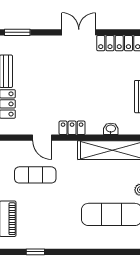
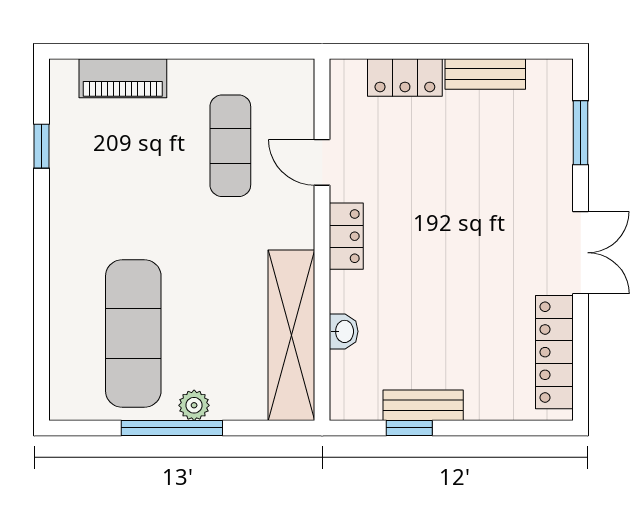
window: (17, 32) -> (581, 133), moved
door: (42, 138) -> (322, 162), hinge flipped

